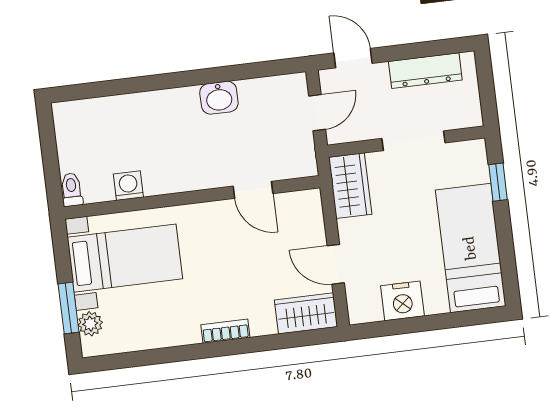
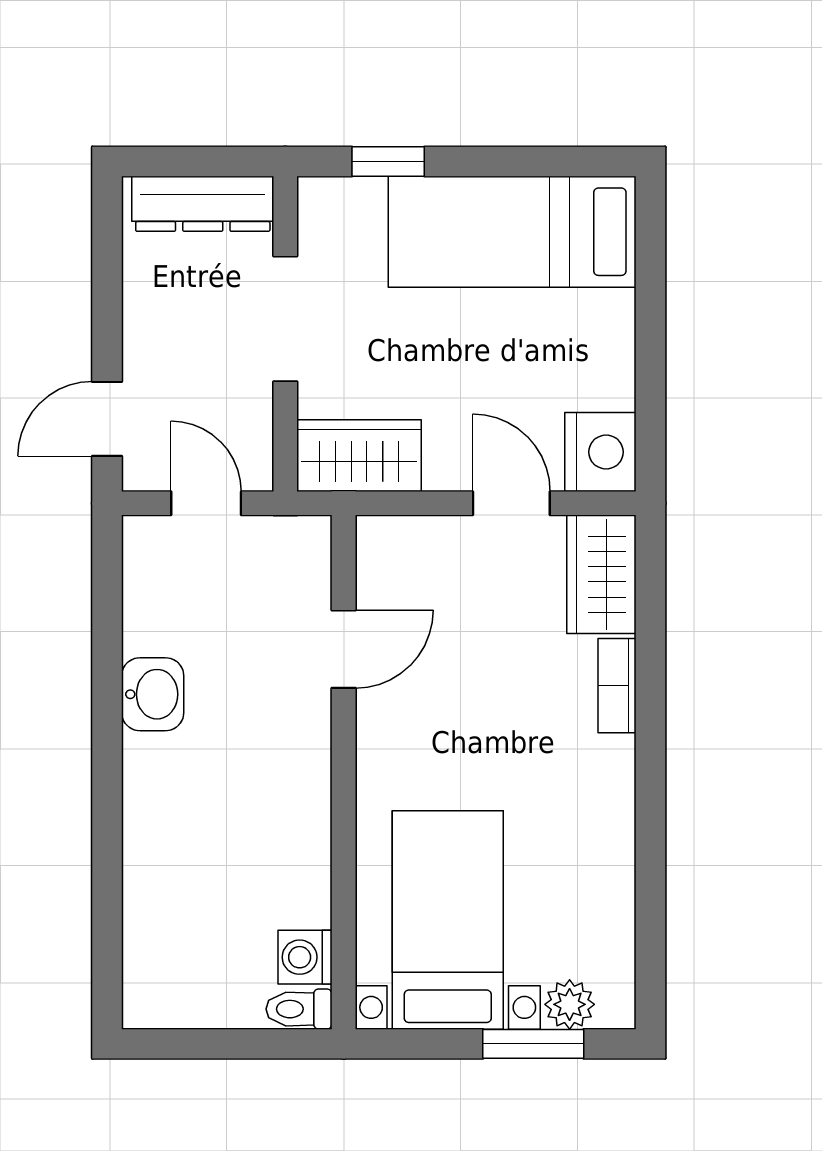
dresser: (425, 71) -> (203, 204), moved, turned 90
washing machine: (128, 186) -> (305, 957), moved
door: (336, 264) -> (511, 503), swing flipped
nightstand: (402, 301) -> (600, 452), moved
bookcase: (225, 331) -> (617, 686), moved

